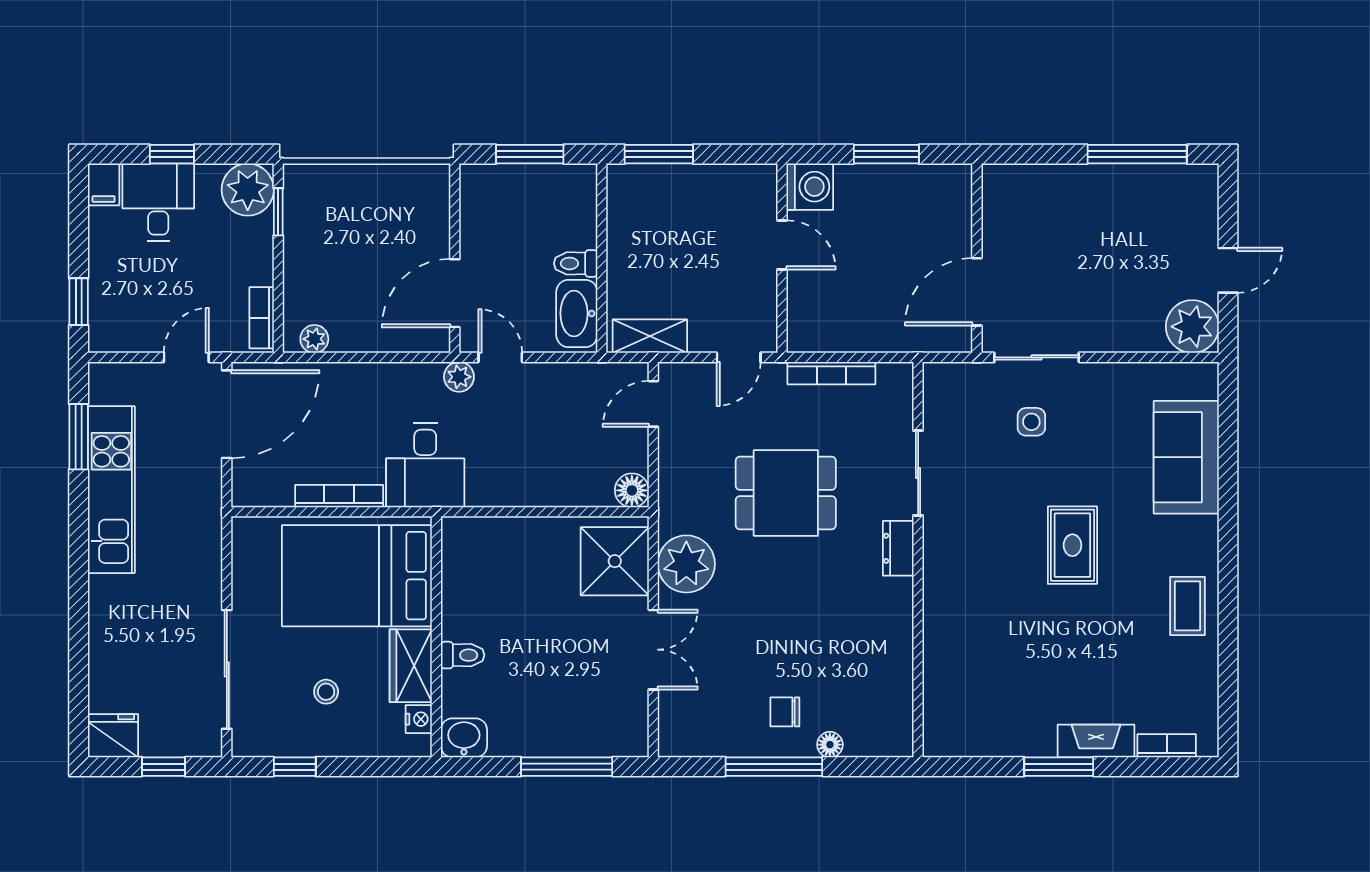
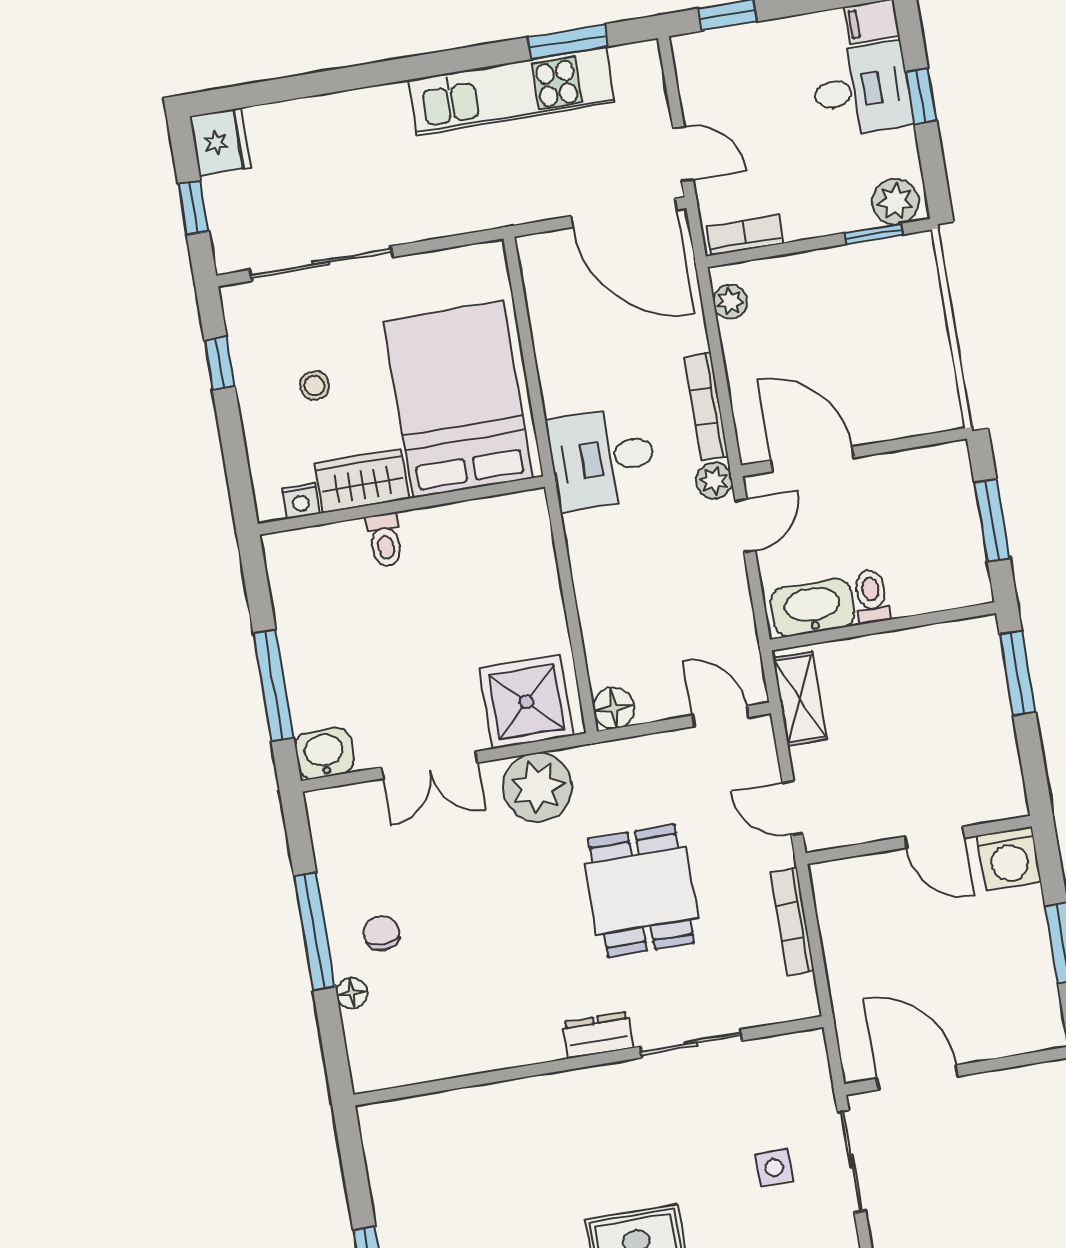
plant: (248, 190) -> (895, 201), width x0.73, depth x0.73
door: (782, 245) -> (934, 837), hinge flipped
bookcase: (339, 496) -> (706, 406), moved, turned 180
washbasin: (464, 738) -> (324, 753), moved, turned -90

